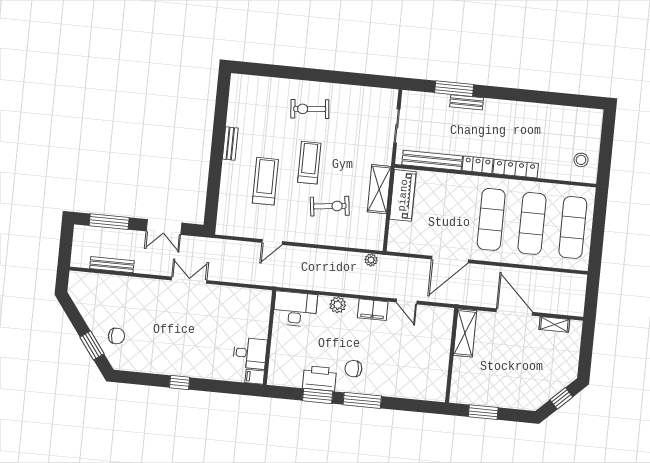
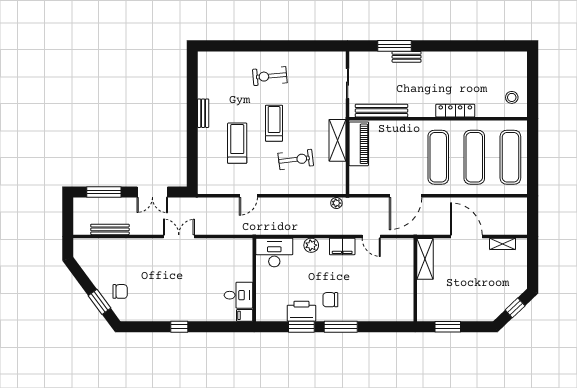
locker: (478, 165) -> (422, 110), removed

